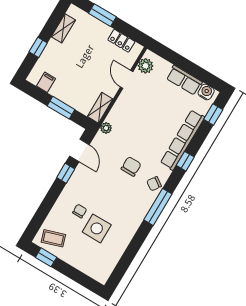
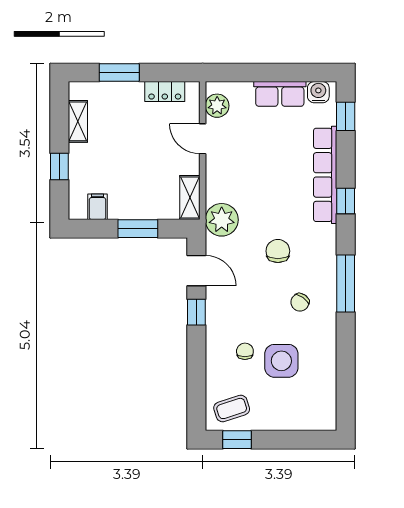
plant: (106, 128) -> (222, 220), width x1.88, depth x1.88
chair: (154, 184) -> (300, 302), moved

